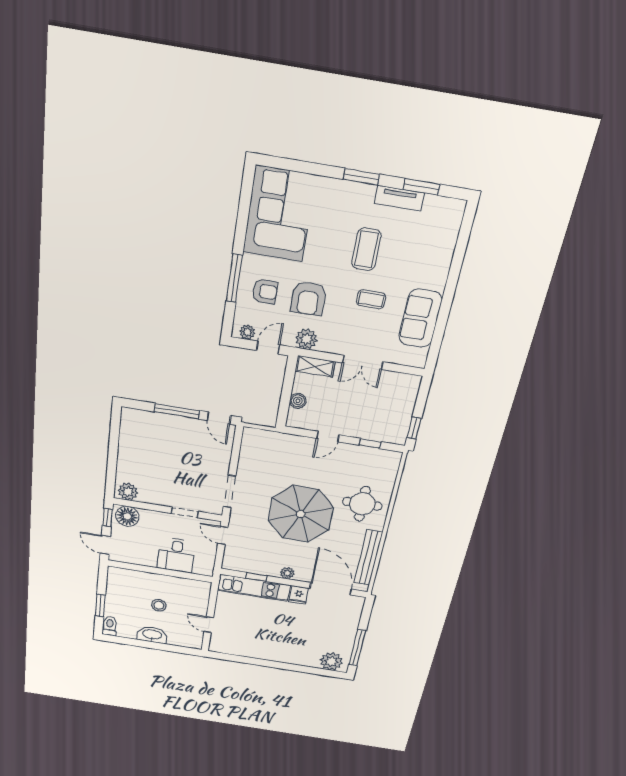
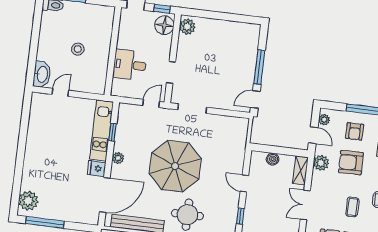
washbasin: (152, 635) -> (42, 74), moved

